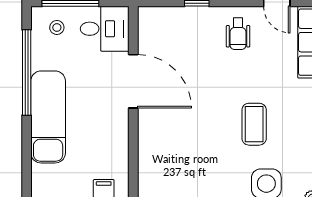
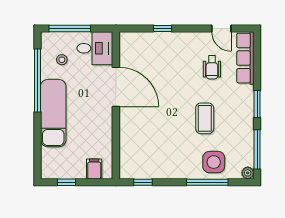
stool: (57, 27) -> (62, 60), moved
wheelchair: (238, 34) -> (212, 67), moved

